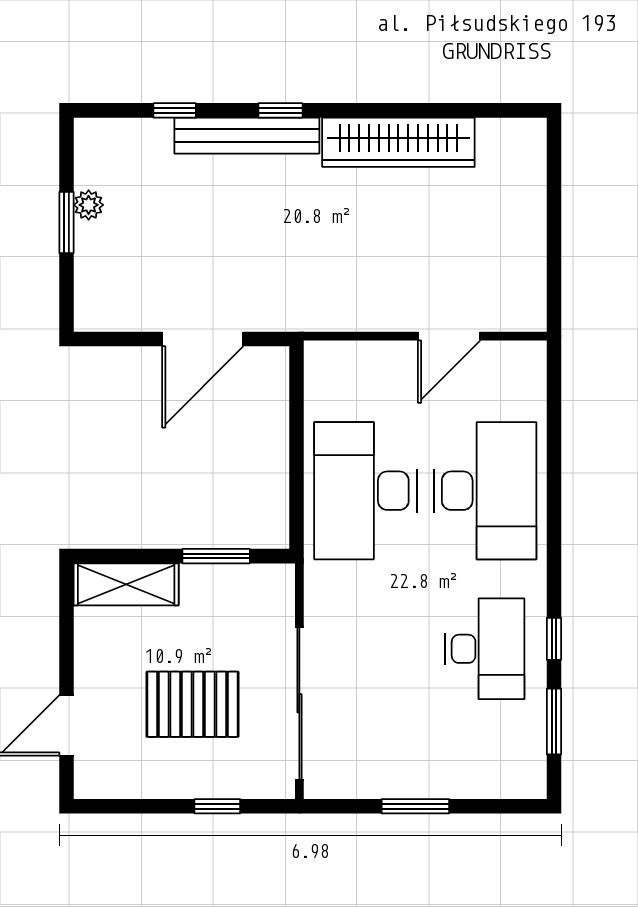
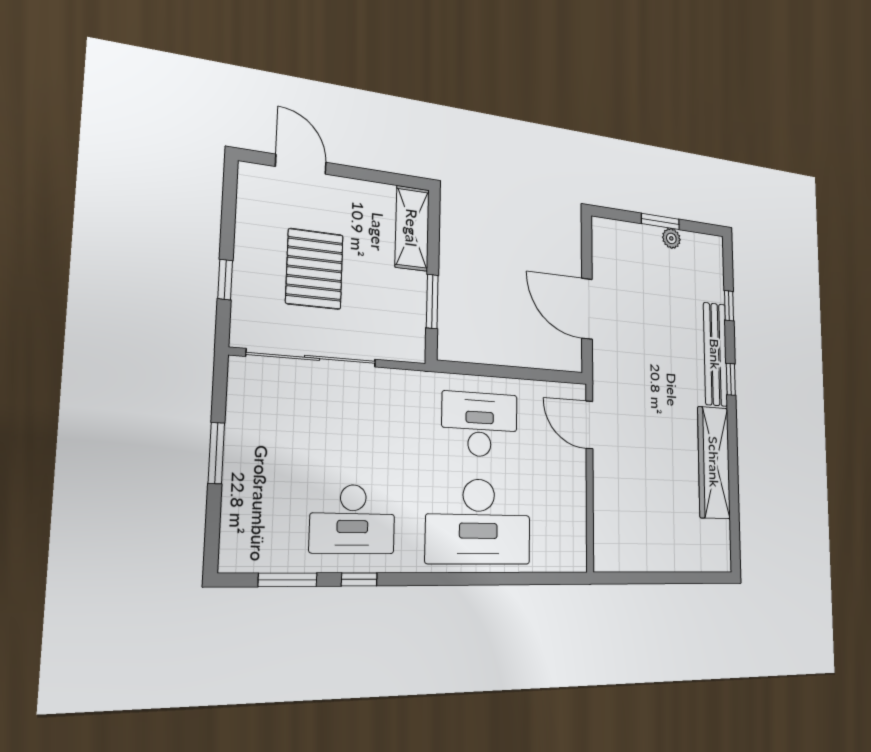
door: (449, 336) -> (589, 425), moved
desk: (366, 491) -> (480, 424), width x0.73, depth x0.77

